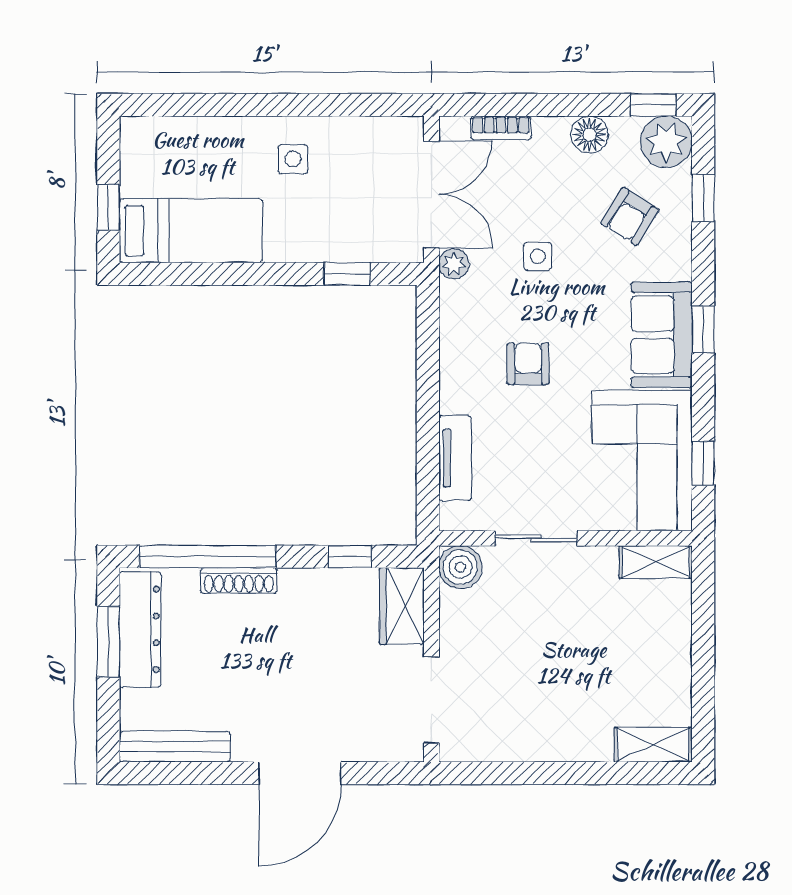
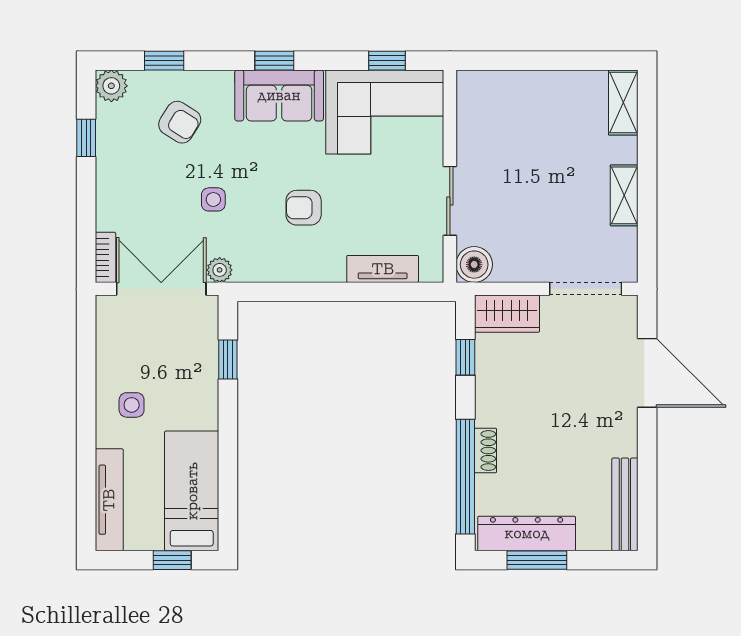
window: (653, 105) -> (86, 138), moved
bookcase: (501, 128) -> (105, 257), moved
tv unit: (180, 132) -> (109, 500), added
floor lamp: (589, 135) -> (111, 156), removed
plant: (666, 142) -> (111, 86), width x0.73, depth x0.73
shelving: (656, 562) -> (624, 195), moved
shoe rack: (239, 581) -> (485, 451), width x0.70
door: (300, 773) -> (647, 373), moved

